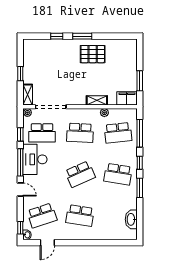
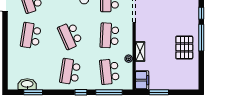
window: (82, 36) -> (201, 38), width x1.44
window: (140, 188) -> (33, 92), moved

